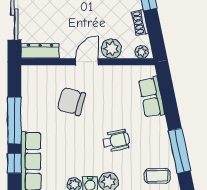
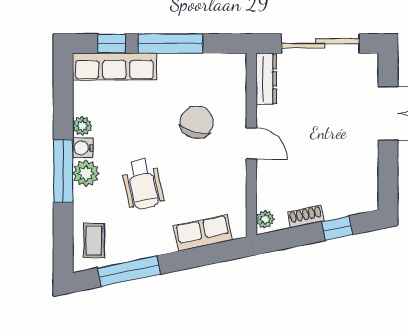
plant: (111, 49) -> (270, 177), removed
wheelchair: (116, 141) -> (143, 184), width x1.36, depth x1.37

